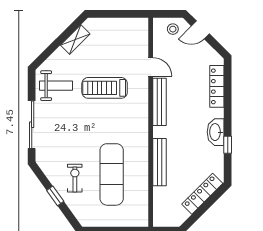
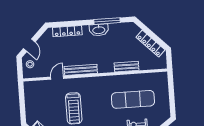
window: (228, 145) -> (107, 21), width x2.17
bench: (160, 162) -> (126, 67), width x0.73
locker: (202, 194) -> (150, 44), moved

